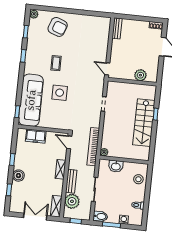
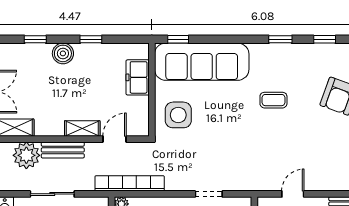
door: (107, 69) -> (293, 194), moved
side table: (60, 93) -> (178, 115), moved
door: (69, 142) -> (114, 139), moved

